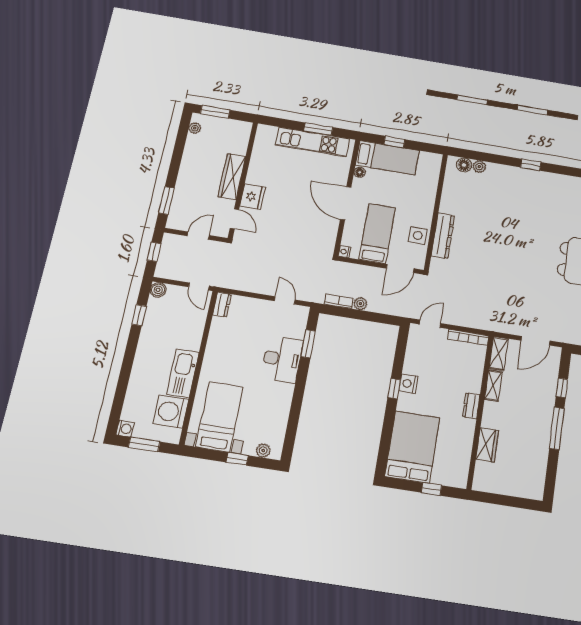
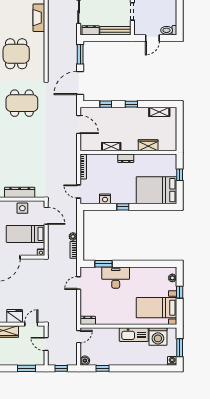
shelving: (499, 353) -> (159, 112), moved
nightstand: (408, 384) -> (105, 199), moved
window: (557, 428) -> (131, 104), width x0.46

